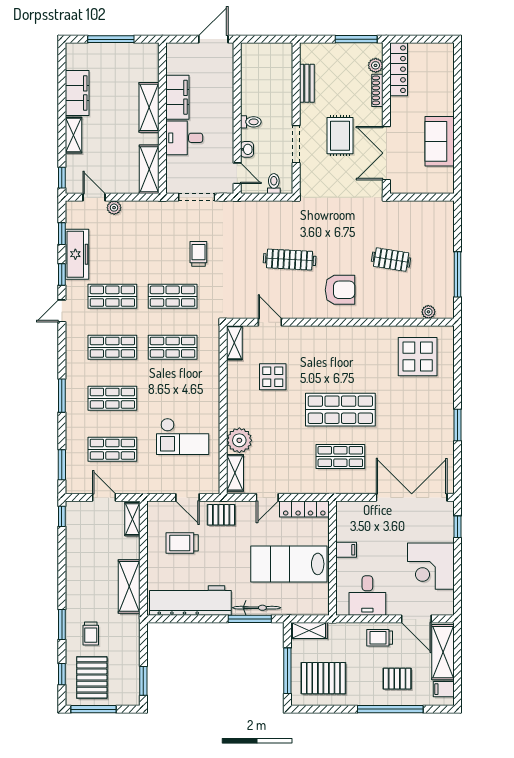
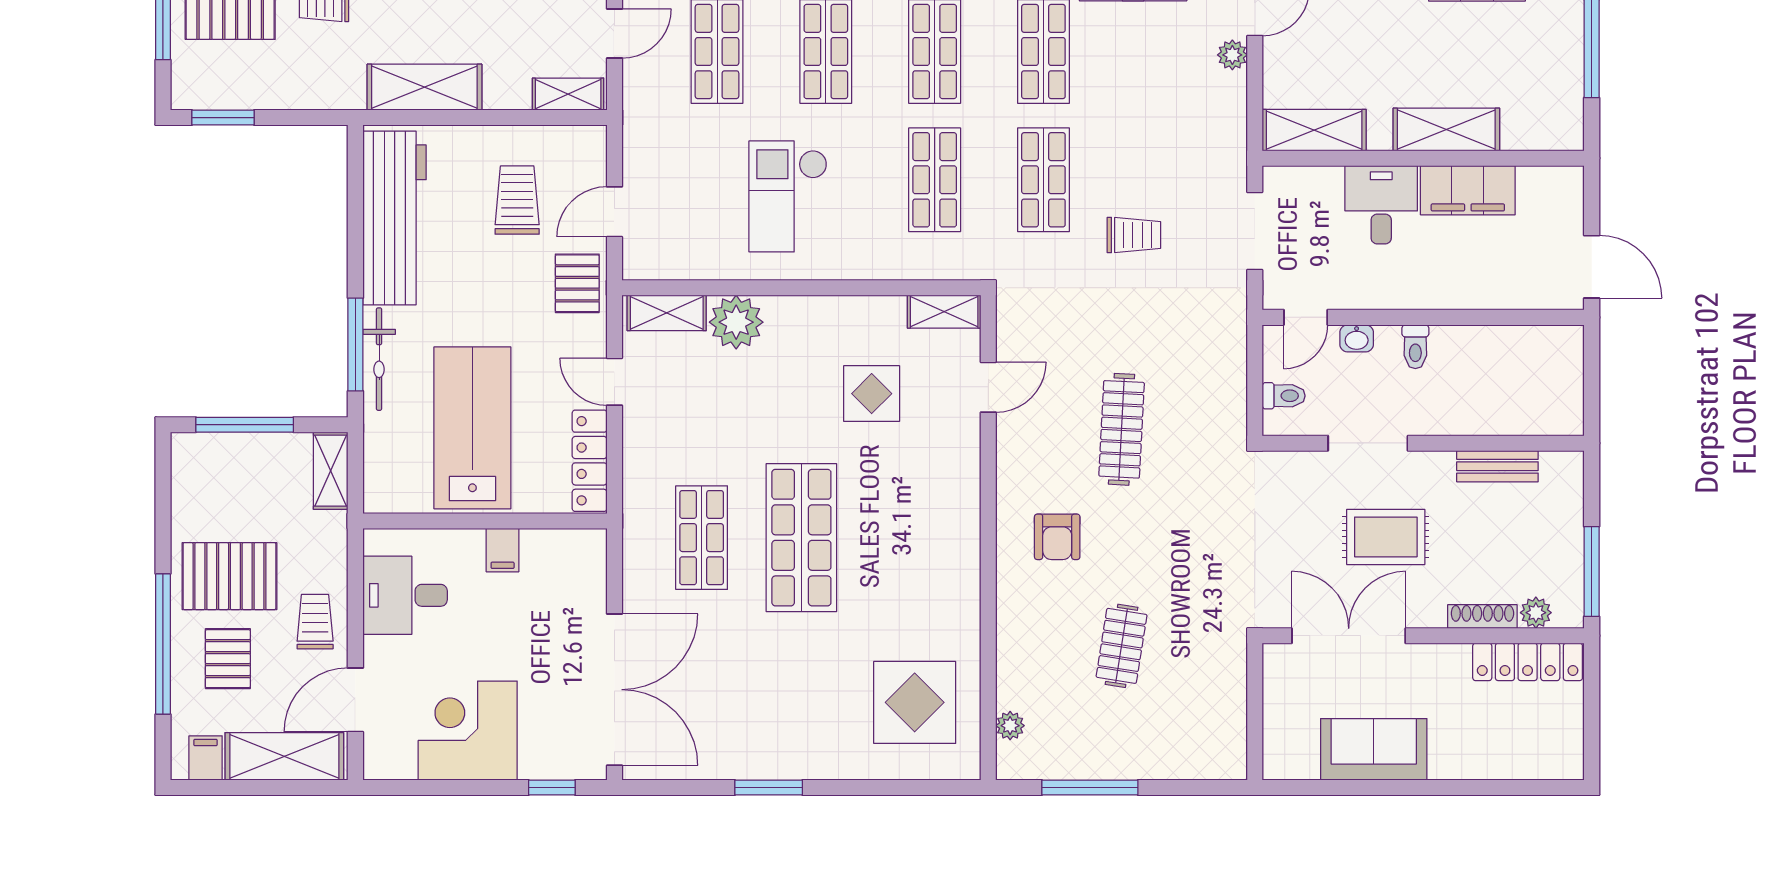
armchair: (340, 290) -> (1057, 537), width x0.72, depth x0.72
checkout: (183, 436) -> (788, 196), moved
pallet: (323, 678) -> (229, 576), moved, turned 90

